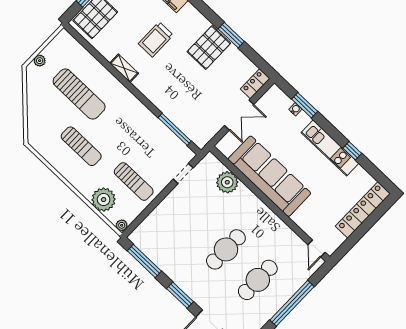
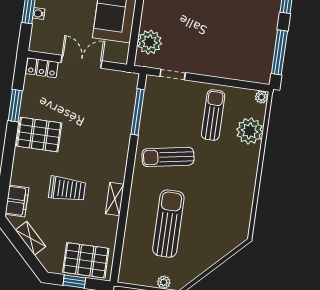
window: (231, 35) -> (15, 106), moved
sun lounger: (81, 146) -> (168, 157), moved, turned -100
plant: (227, 182) -> (150, 42), moved

